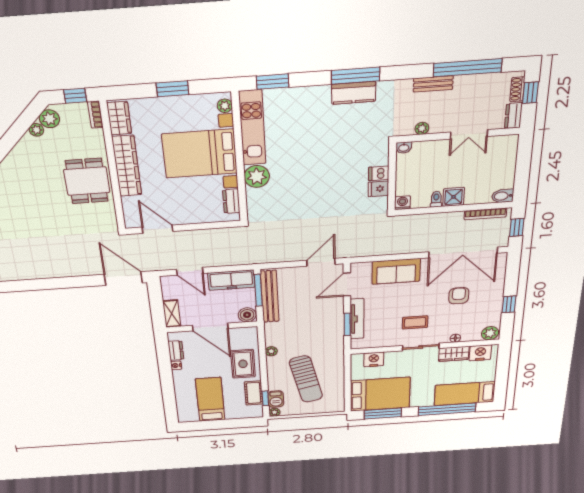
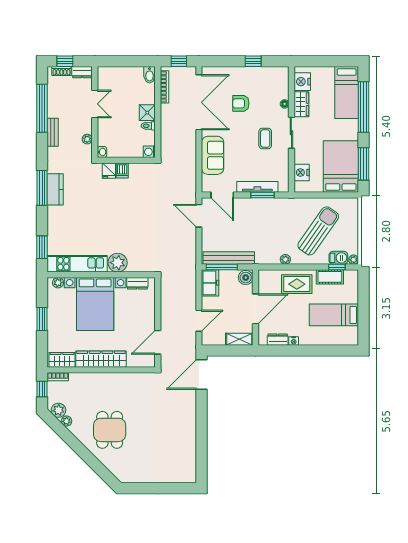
dining table: (87, 181) -> (110, 430), moved, turned 90
fridge: (378, 189) -> (109, 171), moved
freezer: (231, 280) -> (210, 283), width x0.71
plant: (490, 333) -> (282, 75), removed
sun lounger: (306, 379) -> (318, 231), turned -42

